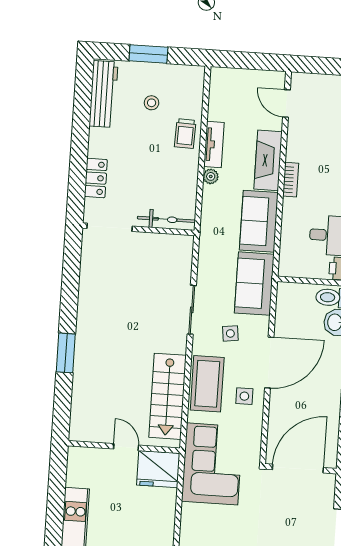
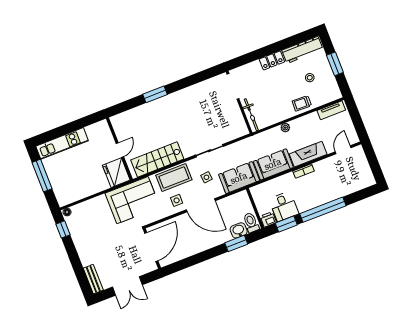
tv unit: (214, 145) -> (331, 110), moved
locker: (96, 178) -> (272, 60), moved
door: (298, 469) -> (151, 247), hinge flipped

